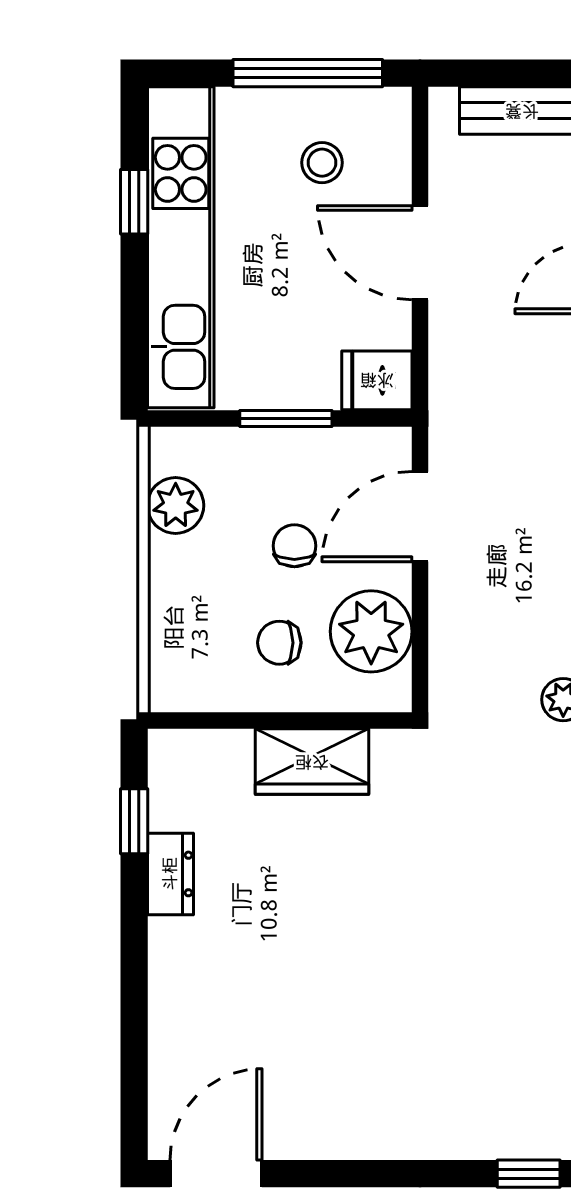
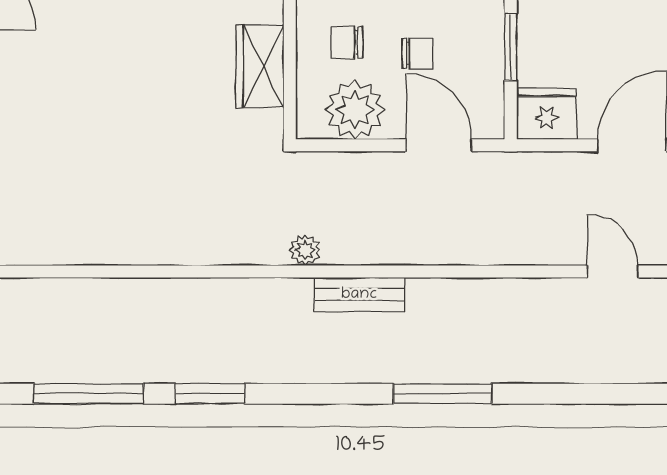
fridge: (377, 380) -> (547, 114), width x1.38
chair: (279, 643) -> (347, 43), turned -90

